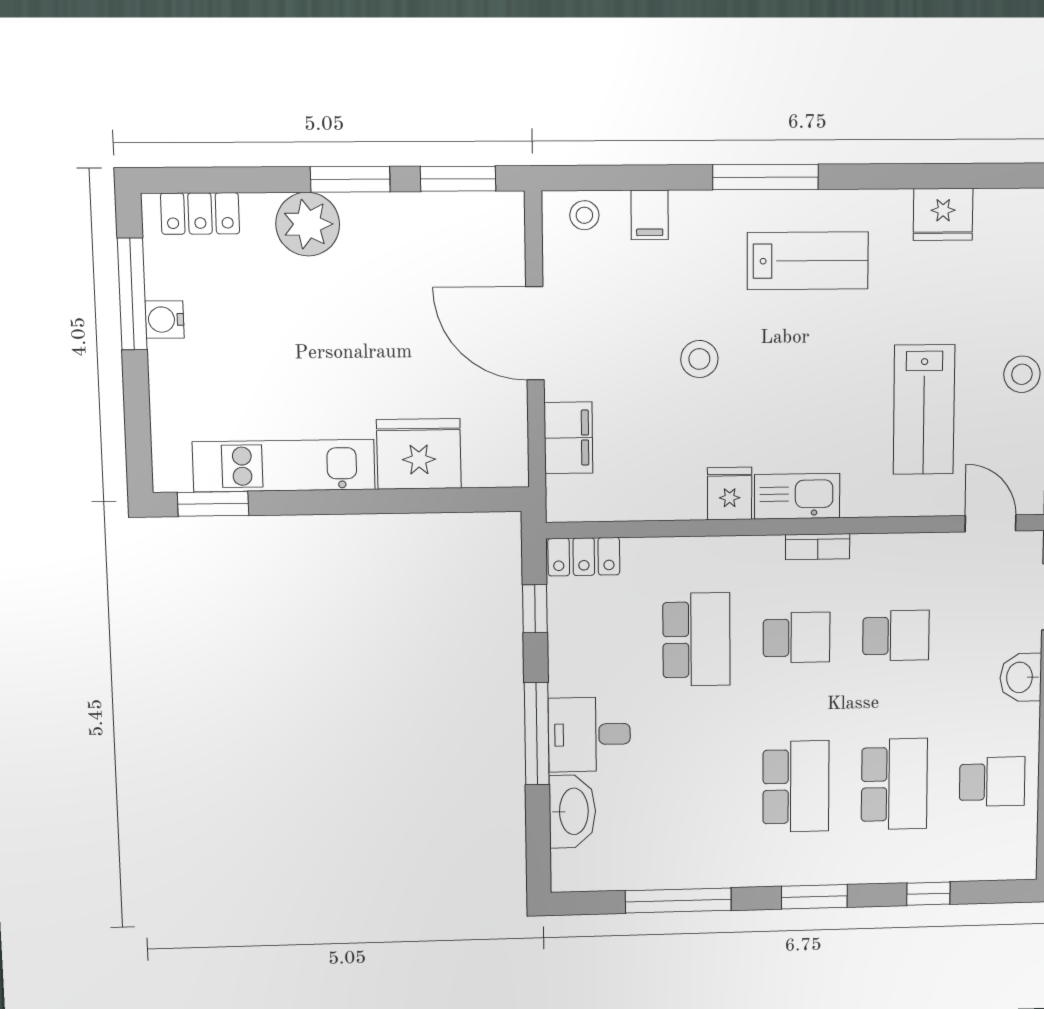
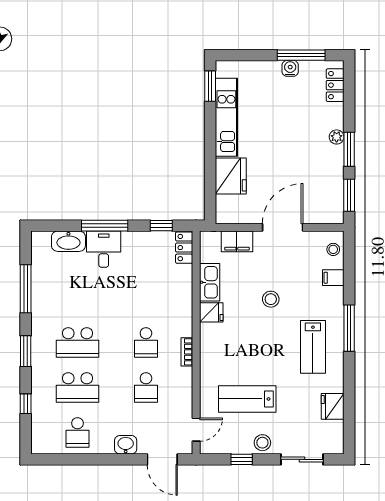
plant: (308, 224) -> (337, 137), width x0.53, depth x0.53
kitchen sink: (797, 496) -> (210, 282), moved
school desk: (696, 640) -> (146, 298), removed

